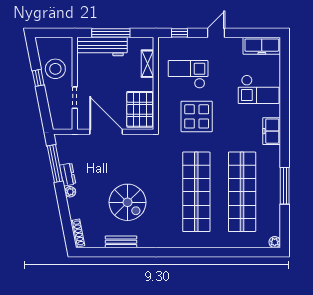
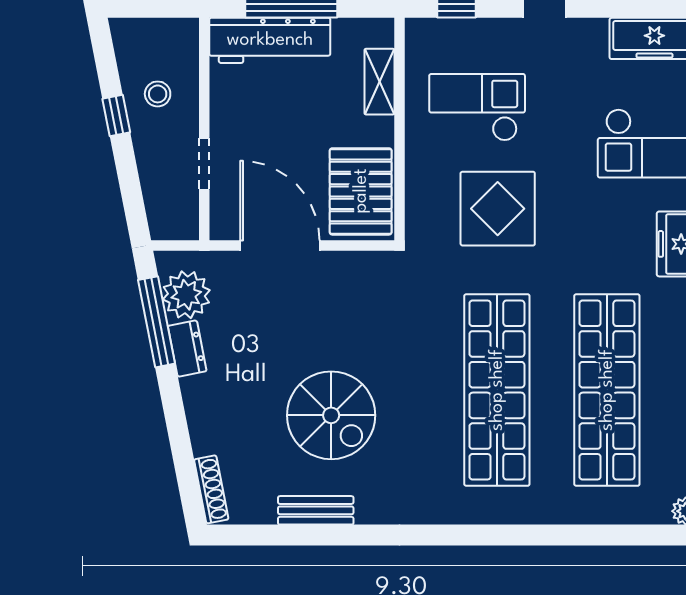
stool: (55, 69) -> (158, 94), width x0.53, depth x0.53
plant: (70, 192) -> (186, 295), moved, width x1.88, depth x1.88

